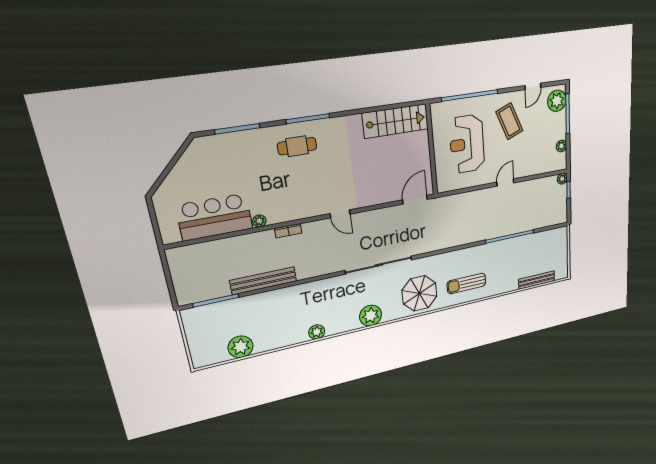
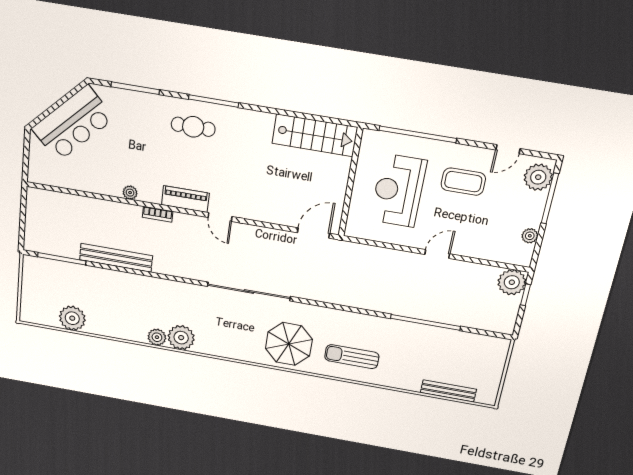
coffee table: (509, 121) -> (463, 182), turned -68
plant: (562, 179) -> (512, 282), width x1.87, depth x1.87
piano: (308, 209) -> (185, 199), added
bar counter: (215, 217) -> (73, 123), moved, turned 135
plant: (371, 316) -> (181, 338), moved

